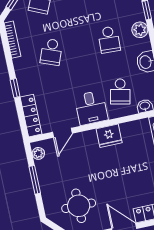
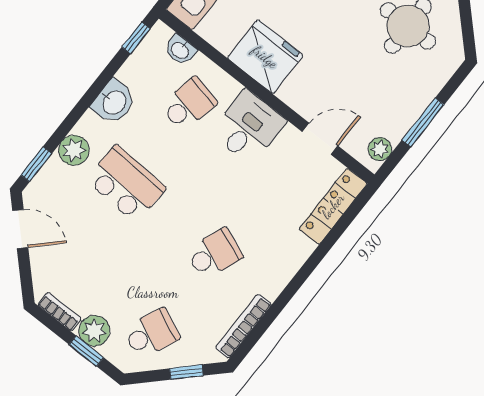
school desk: (109, 40) -> (126, 184), width x1.85
window: (15, 88) -> (312, 263), removed
fridge: (109, 136) -> (265, 57), width x1.36, depth x1.34

